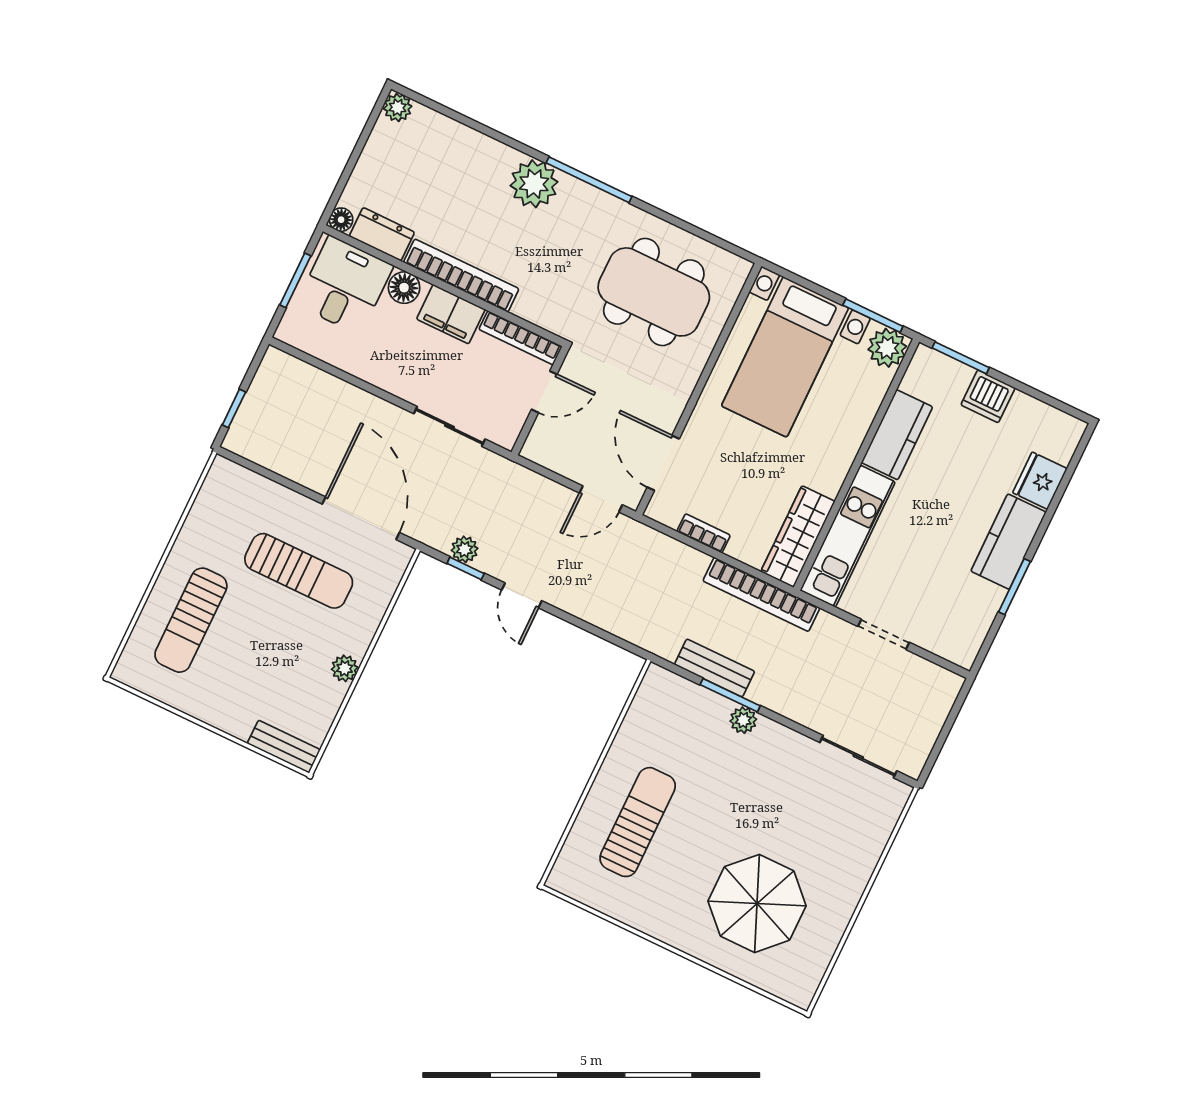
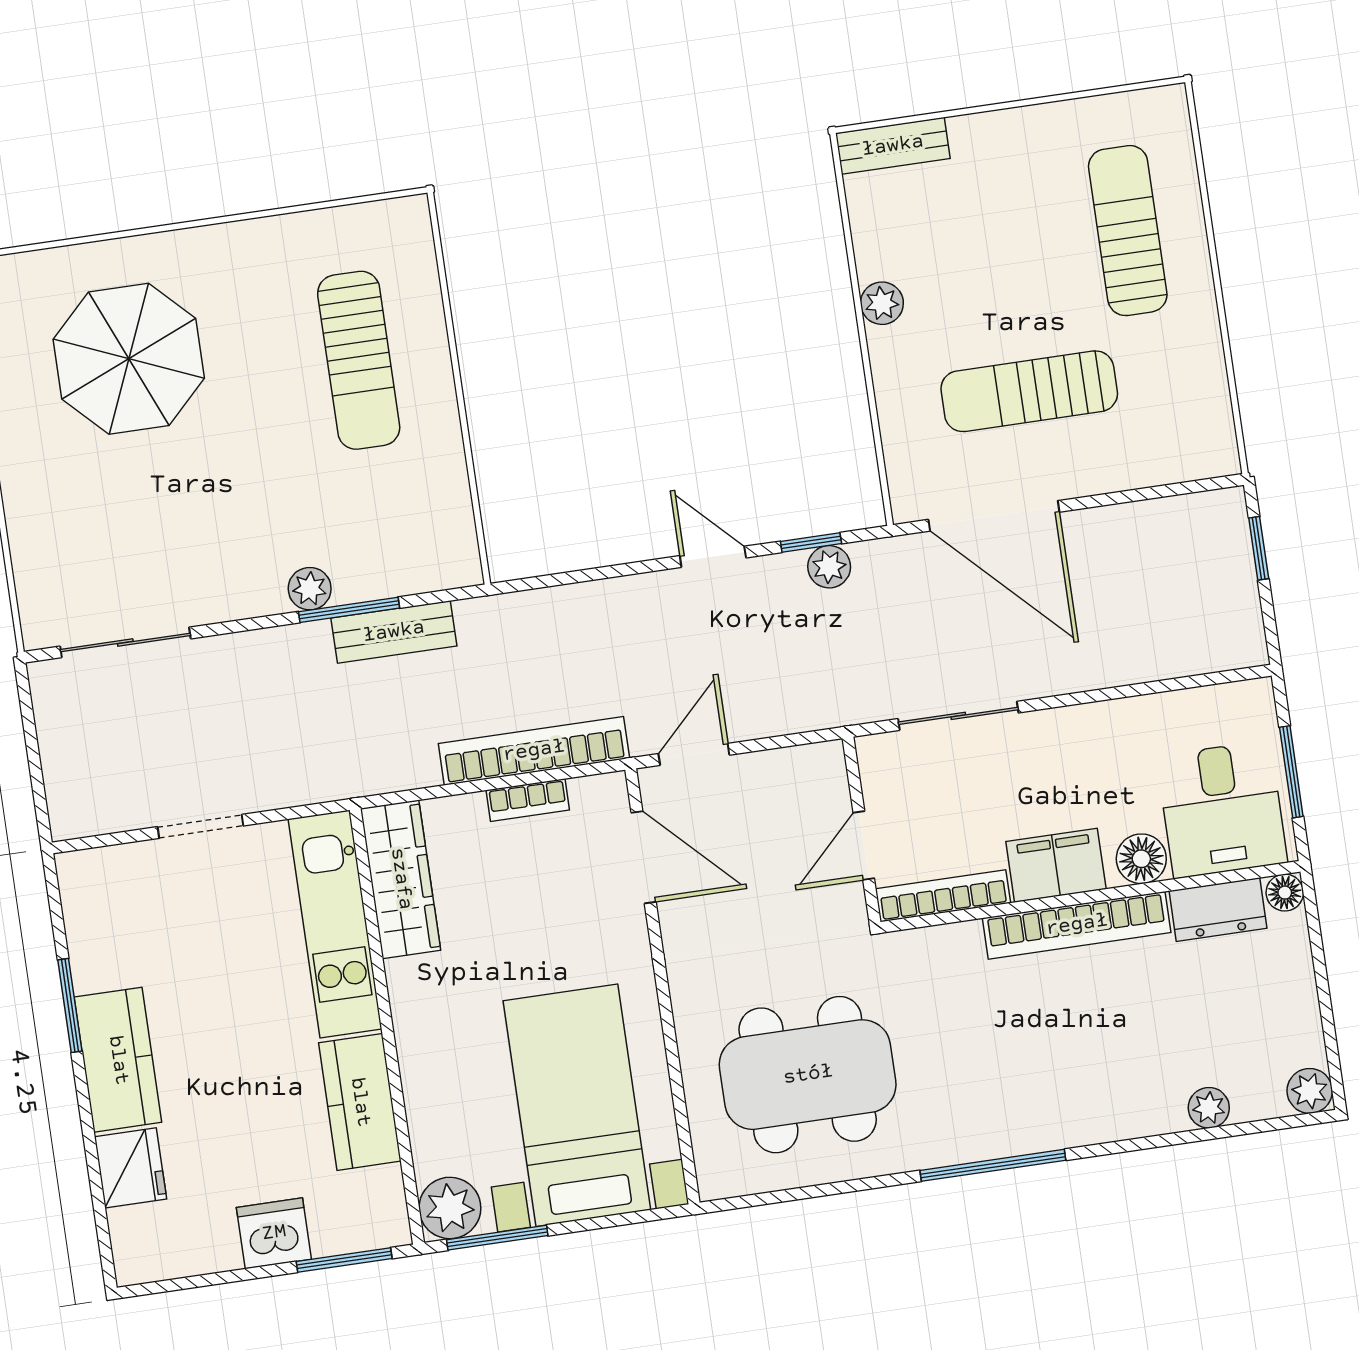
plant: (534, 184) -> (1209, 1108), moved, width x0.53, depth x0.53
bookcase: (761, 594) -> (534, 751), moved

